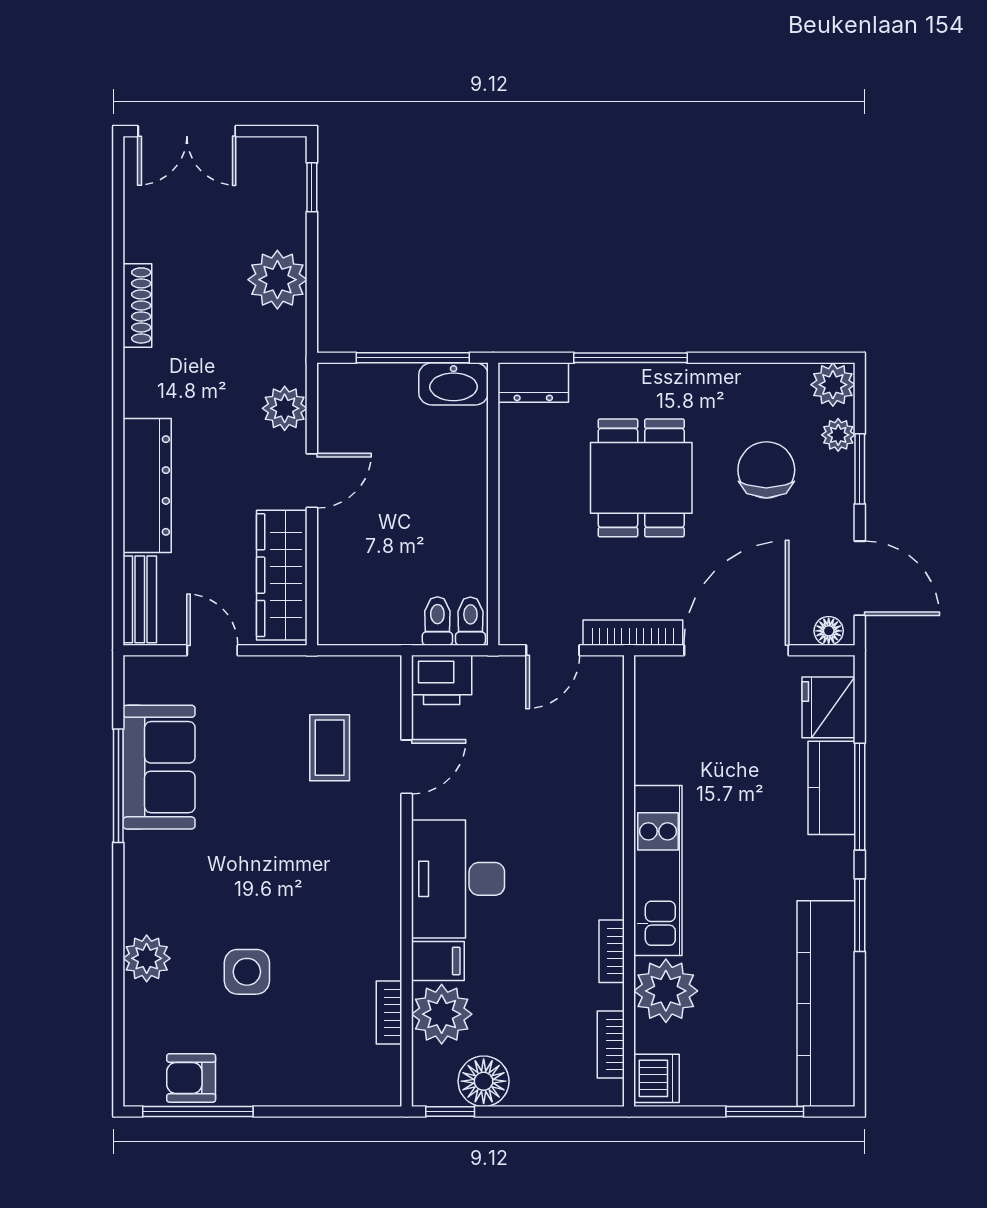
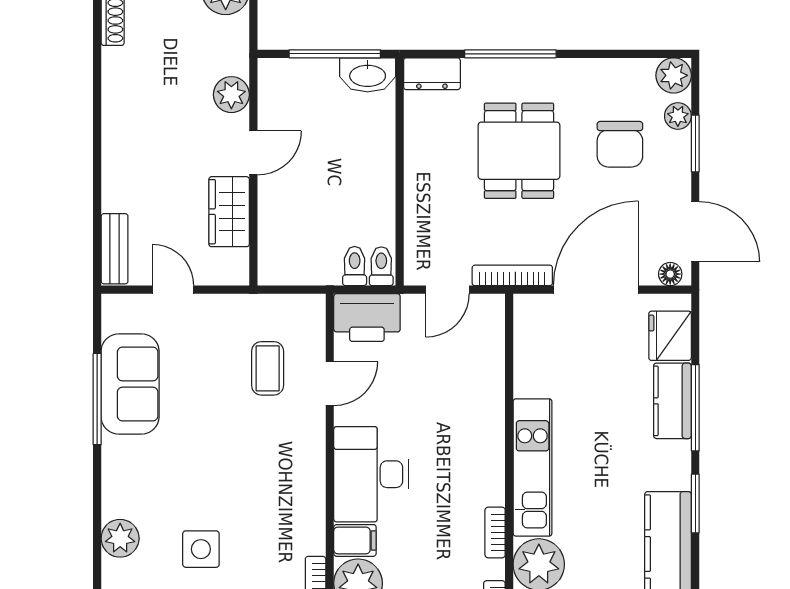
chair: (766, 470) -> (620, 144), turned 180
dresser: (147, 486) -> (120, 157), removed
wardrobe: (282, 575) -> (229, 212), width x0.67
printer: (442, 680) -> (367, 318), width x1.37, depth x1.19

